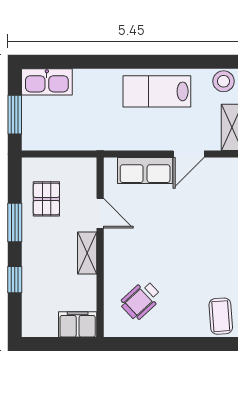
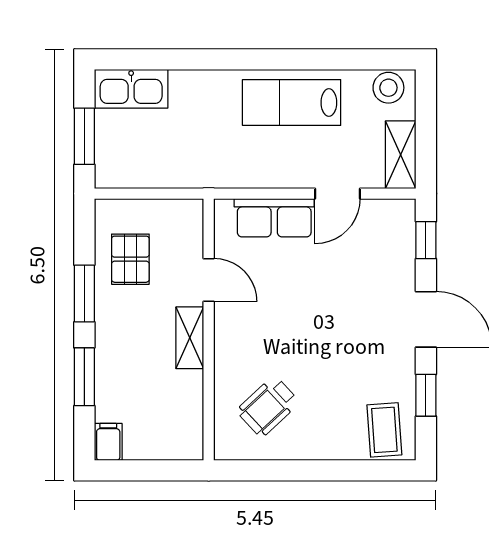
window: (15, 280) -> (84, 377), width x1.50
filing cabinet: (78, 324) -> (108, 442), moved, width x0.50

